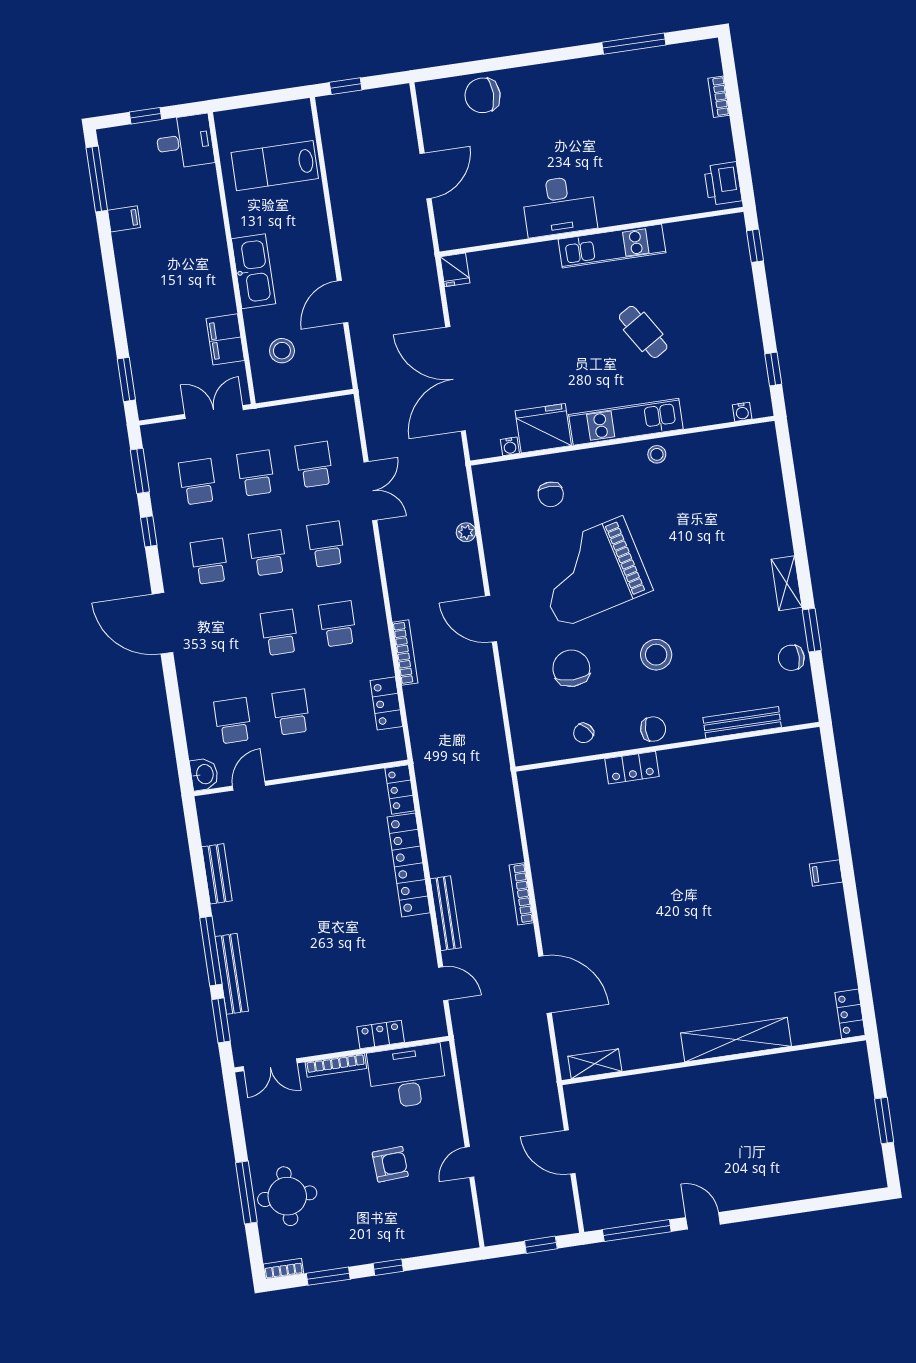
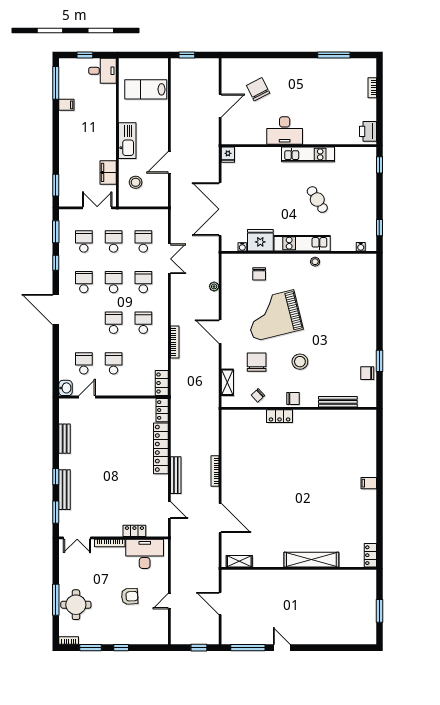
chair: (483, 95) -> (258, 89), moved, turned 63
shelving: (787, 583) -> (227, 382), moved
locker: (386, 703) -> (162, 383), moved
window: (211, 951) -> (56, 477), width x0.46

